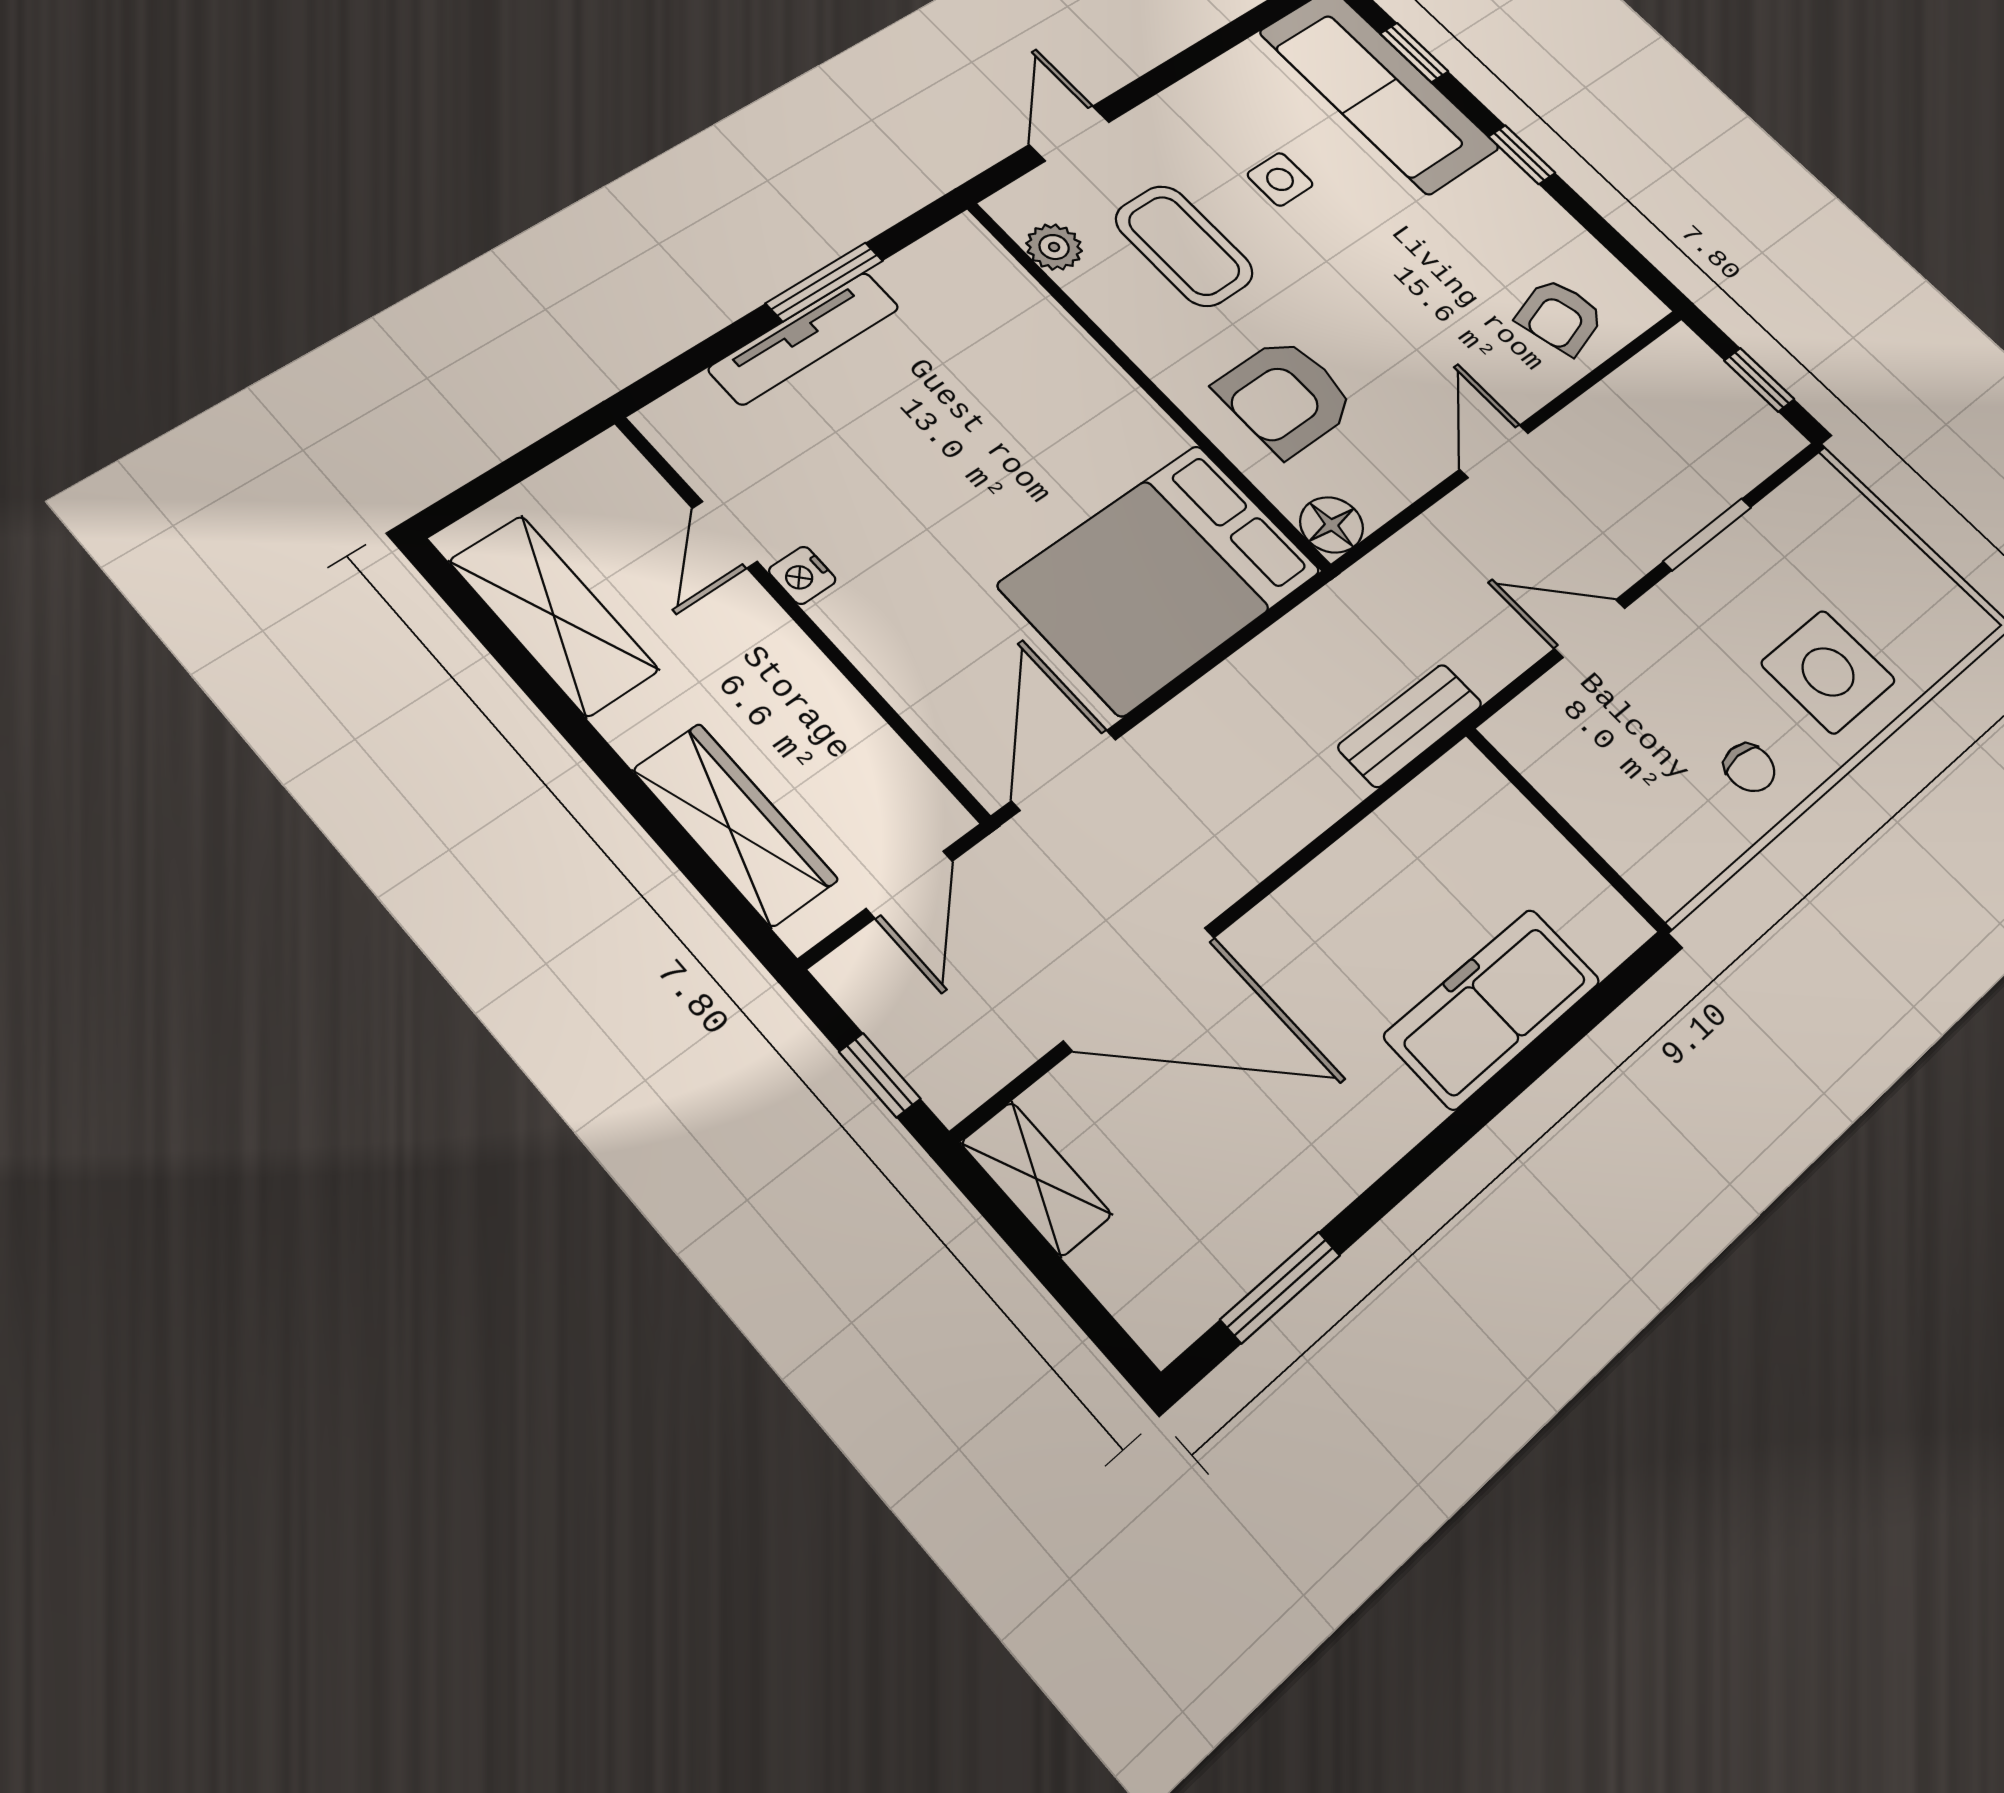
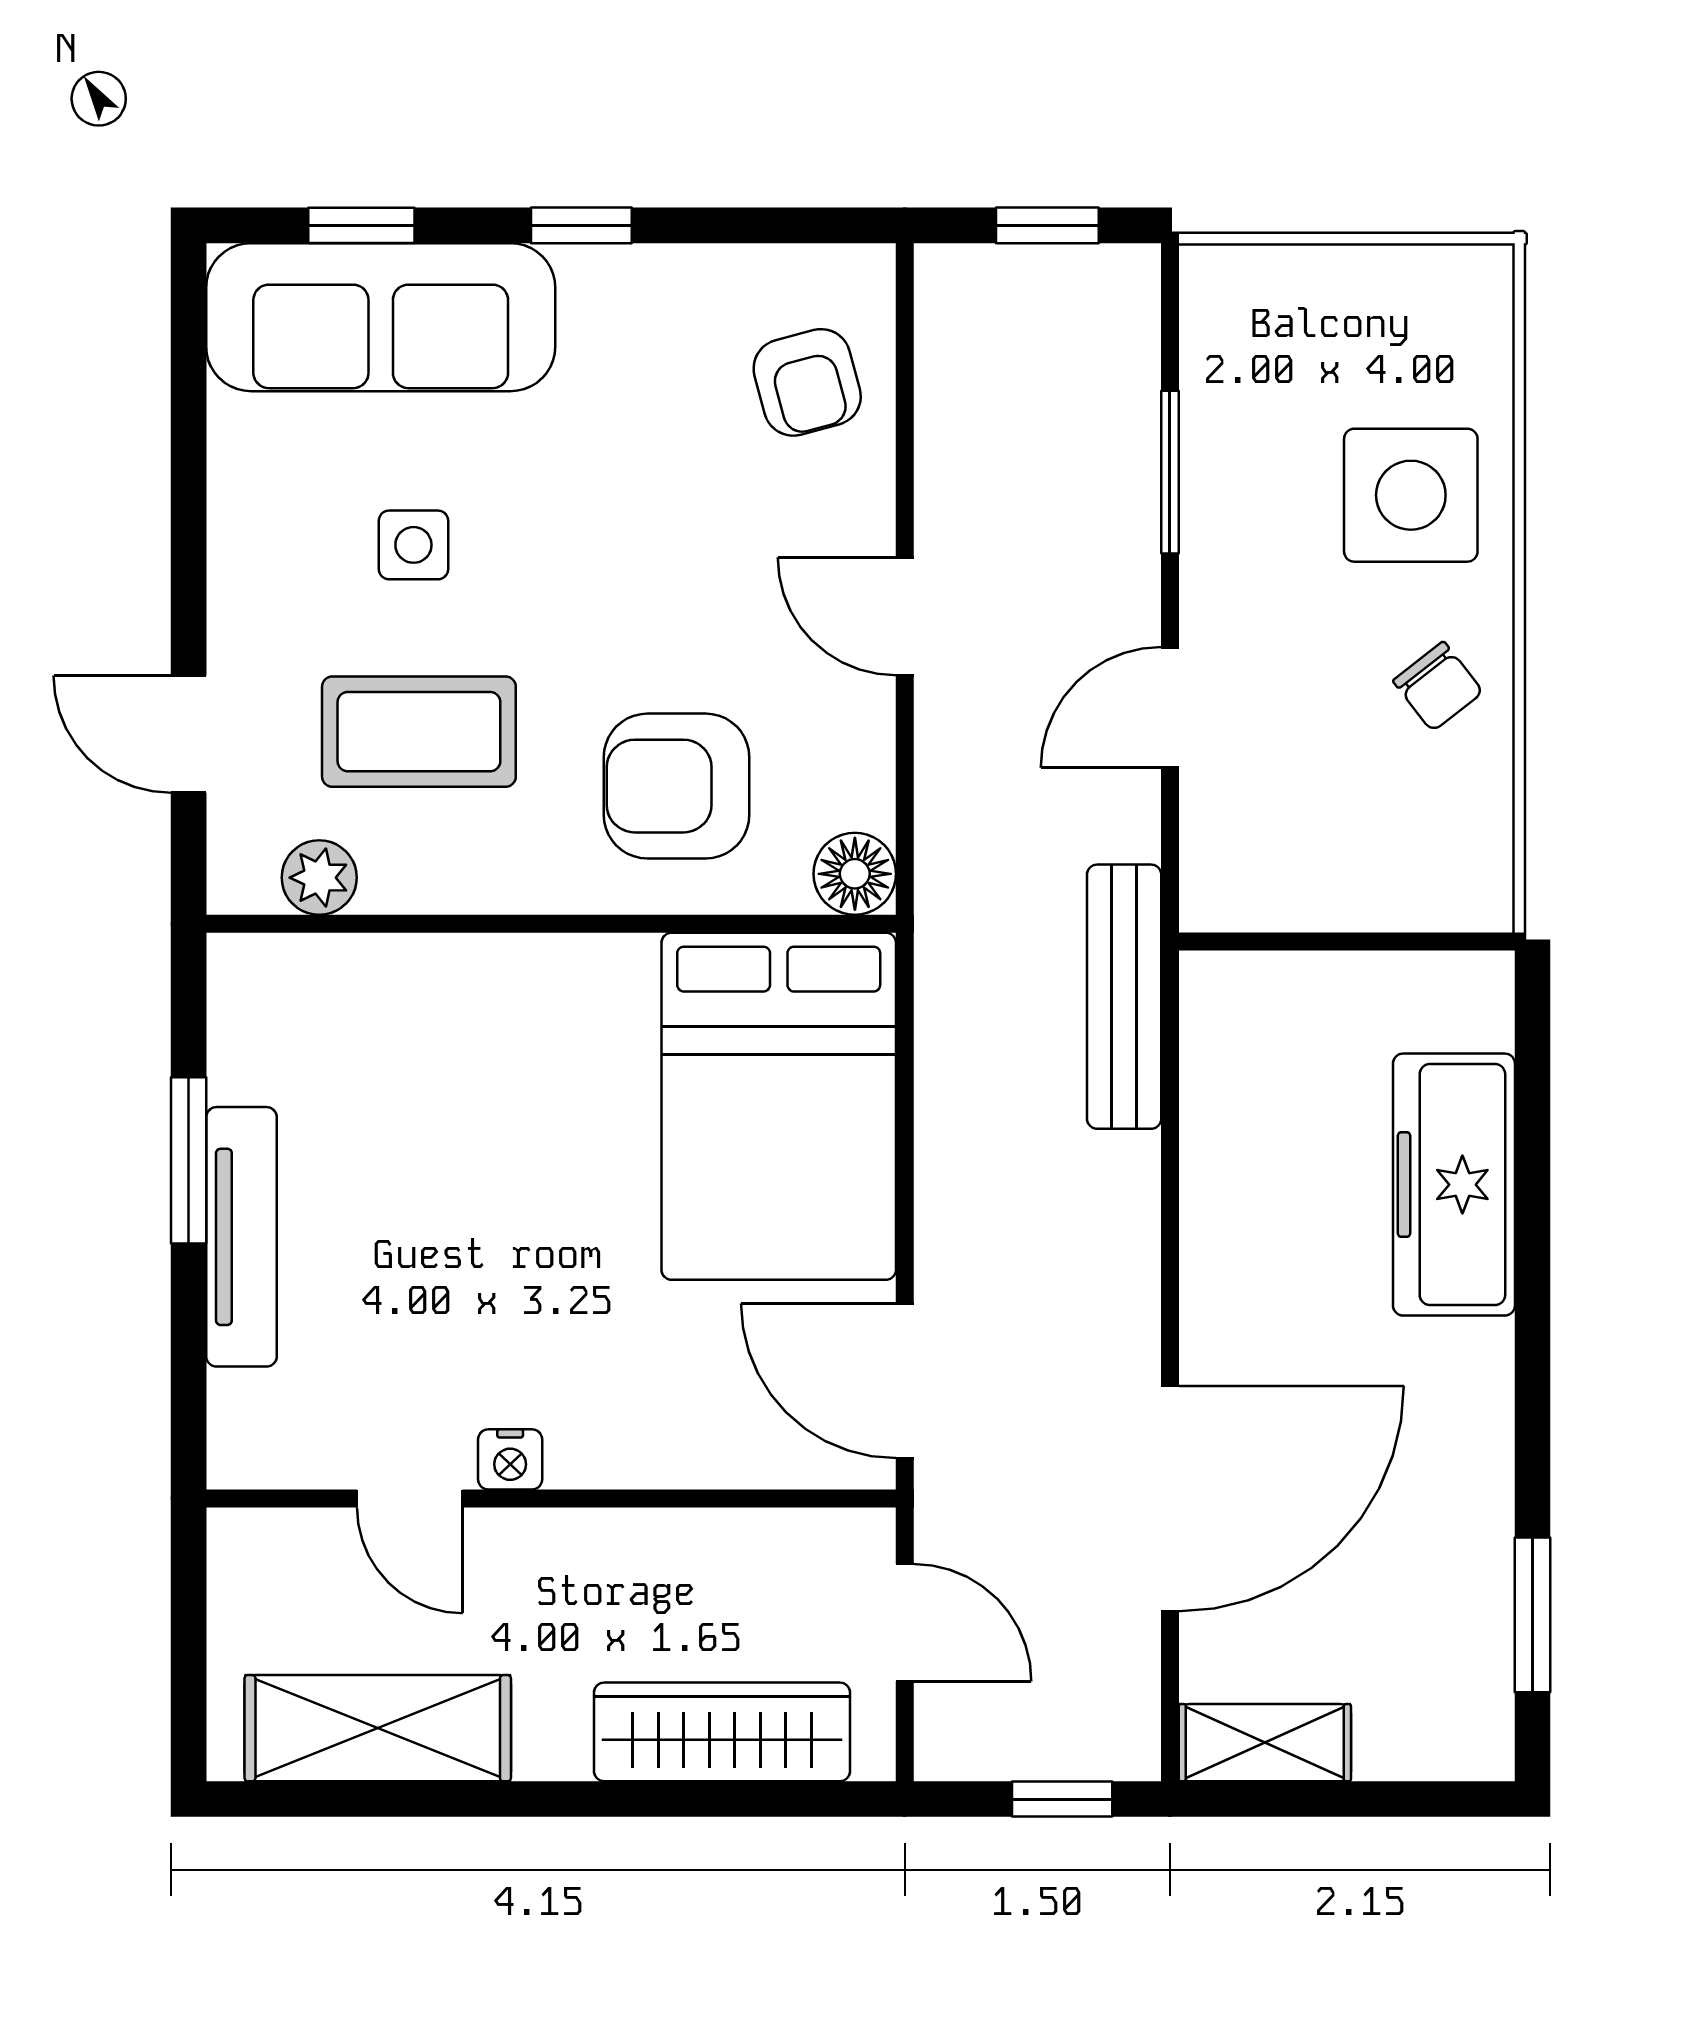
armchair: (1286, 397) -> (677, 786), turned 90
bench: (1410, 725) -> (1124, 997), width x1.36
chair: (1750, 768) -> (1438, 686), turned 52

